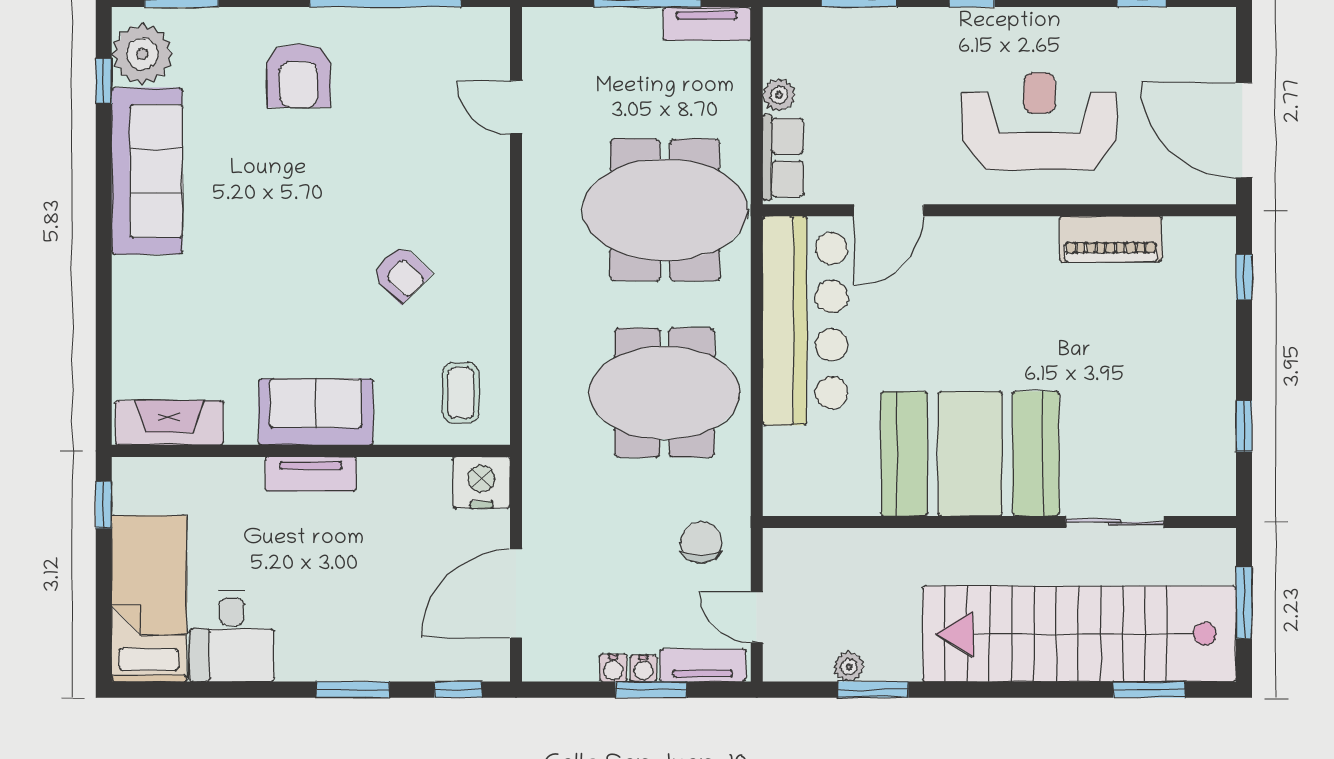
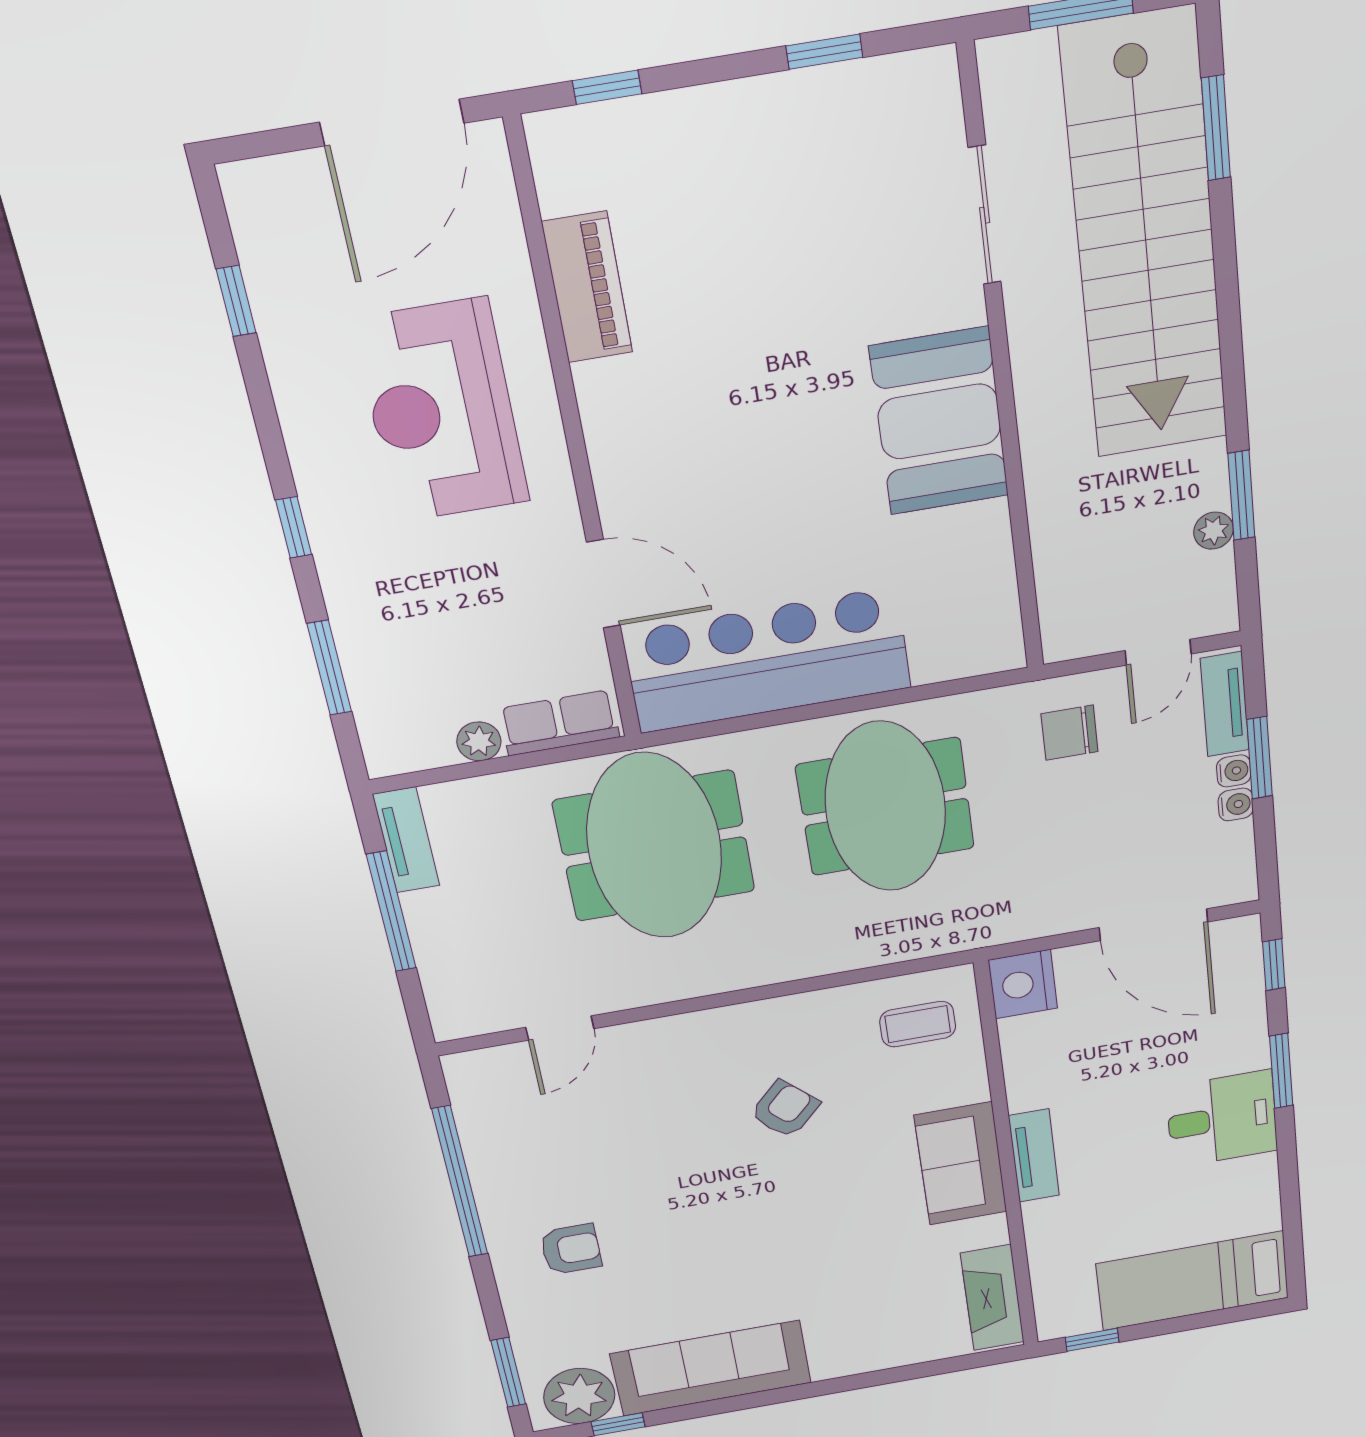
armchair: (299, 76) -> (571, 1249), width x0.72, depth x0.72
booth: (970, 454) -> (939, 421), width x0.73, depth x0.70
desk: (232, 636) -> (1222, 1119), moved

